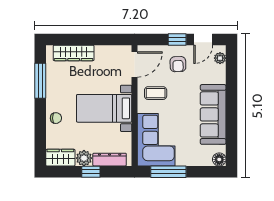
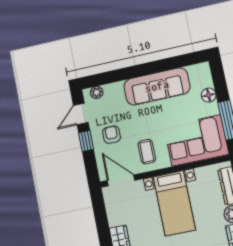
door: (203, 40) -> (81, 114), swing flipped
armchair: (178, 64) -> (112, 135), turned -88
floor lamp: (219, 159) -> (209, 95), moved

